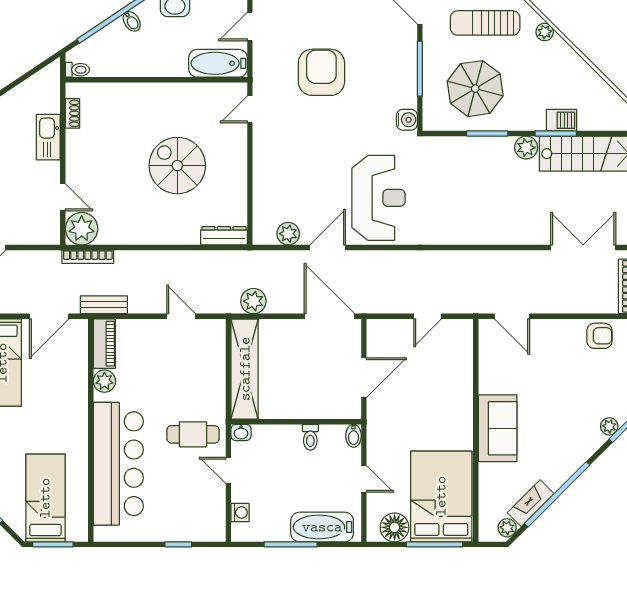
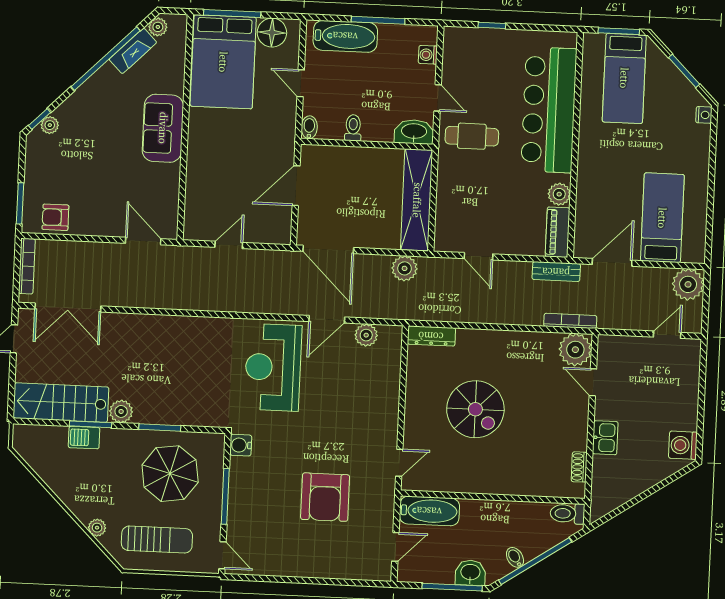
toilet: (77, 70) -> (567, 514), width x1.37, depth x1.39
kitchen sink: (48, 137) -> (605, 438), width x0.73
washbasin: (241, 432) -> (414, 132), width x1.91, depth x1.45

